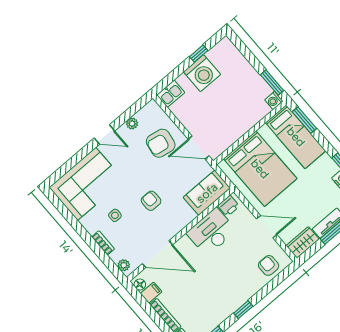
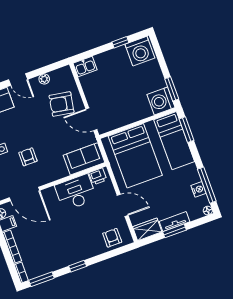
washing machine: (202, 73) -> (140, 51), moved
washing machine: (274, 101) -> (161, 101), width x1.89, depth x1.89
armchair: (151, 201) -> (28, 157), moved

